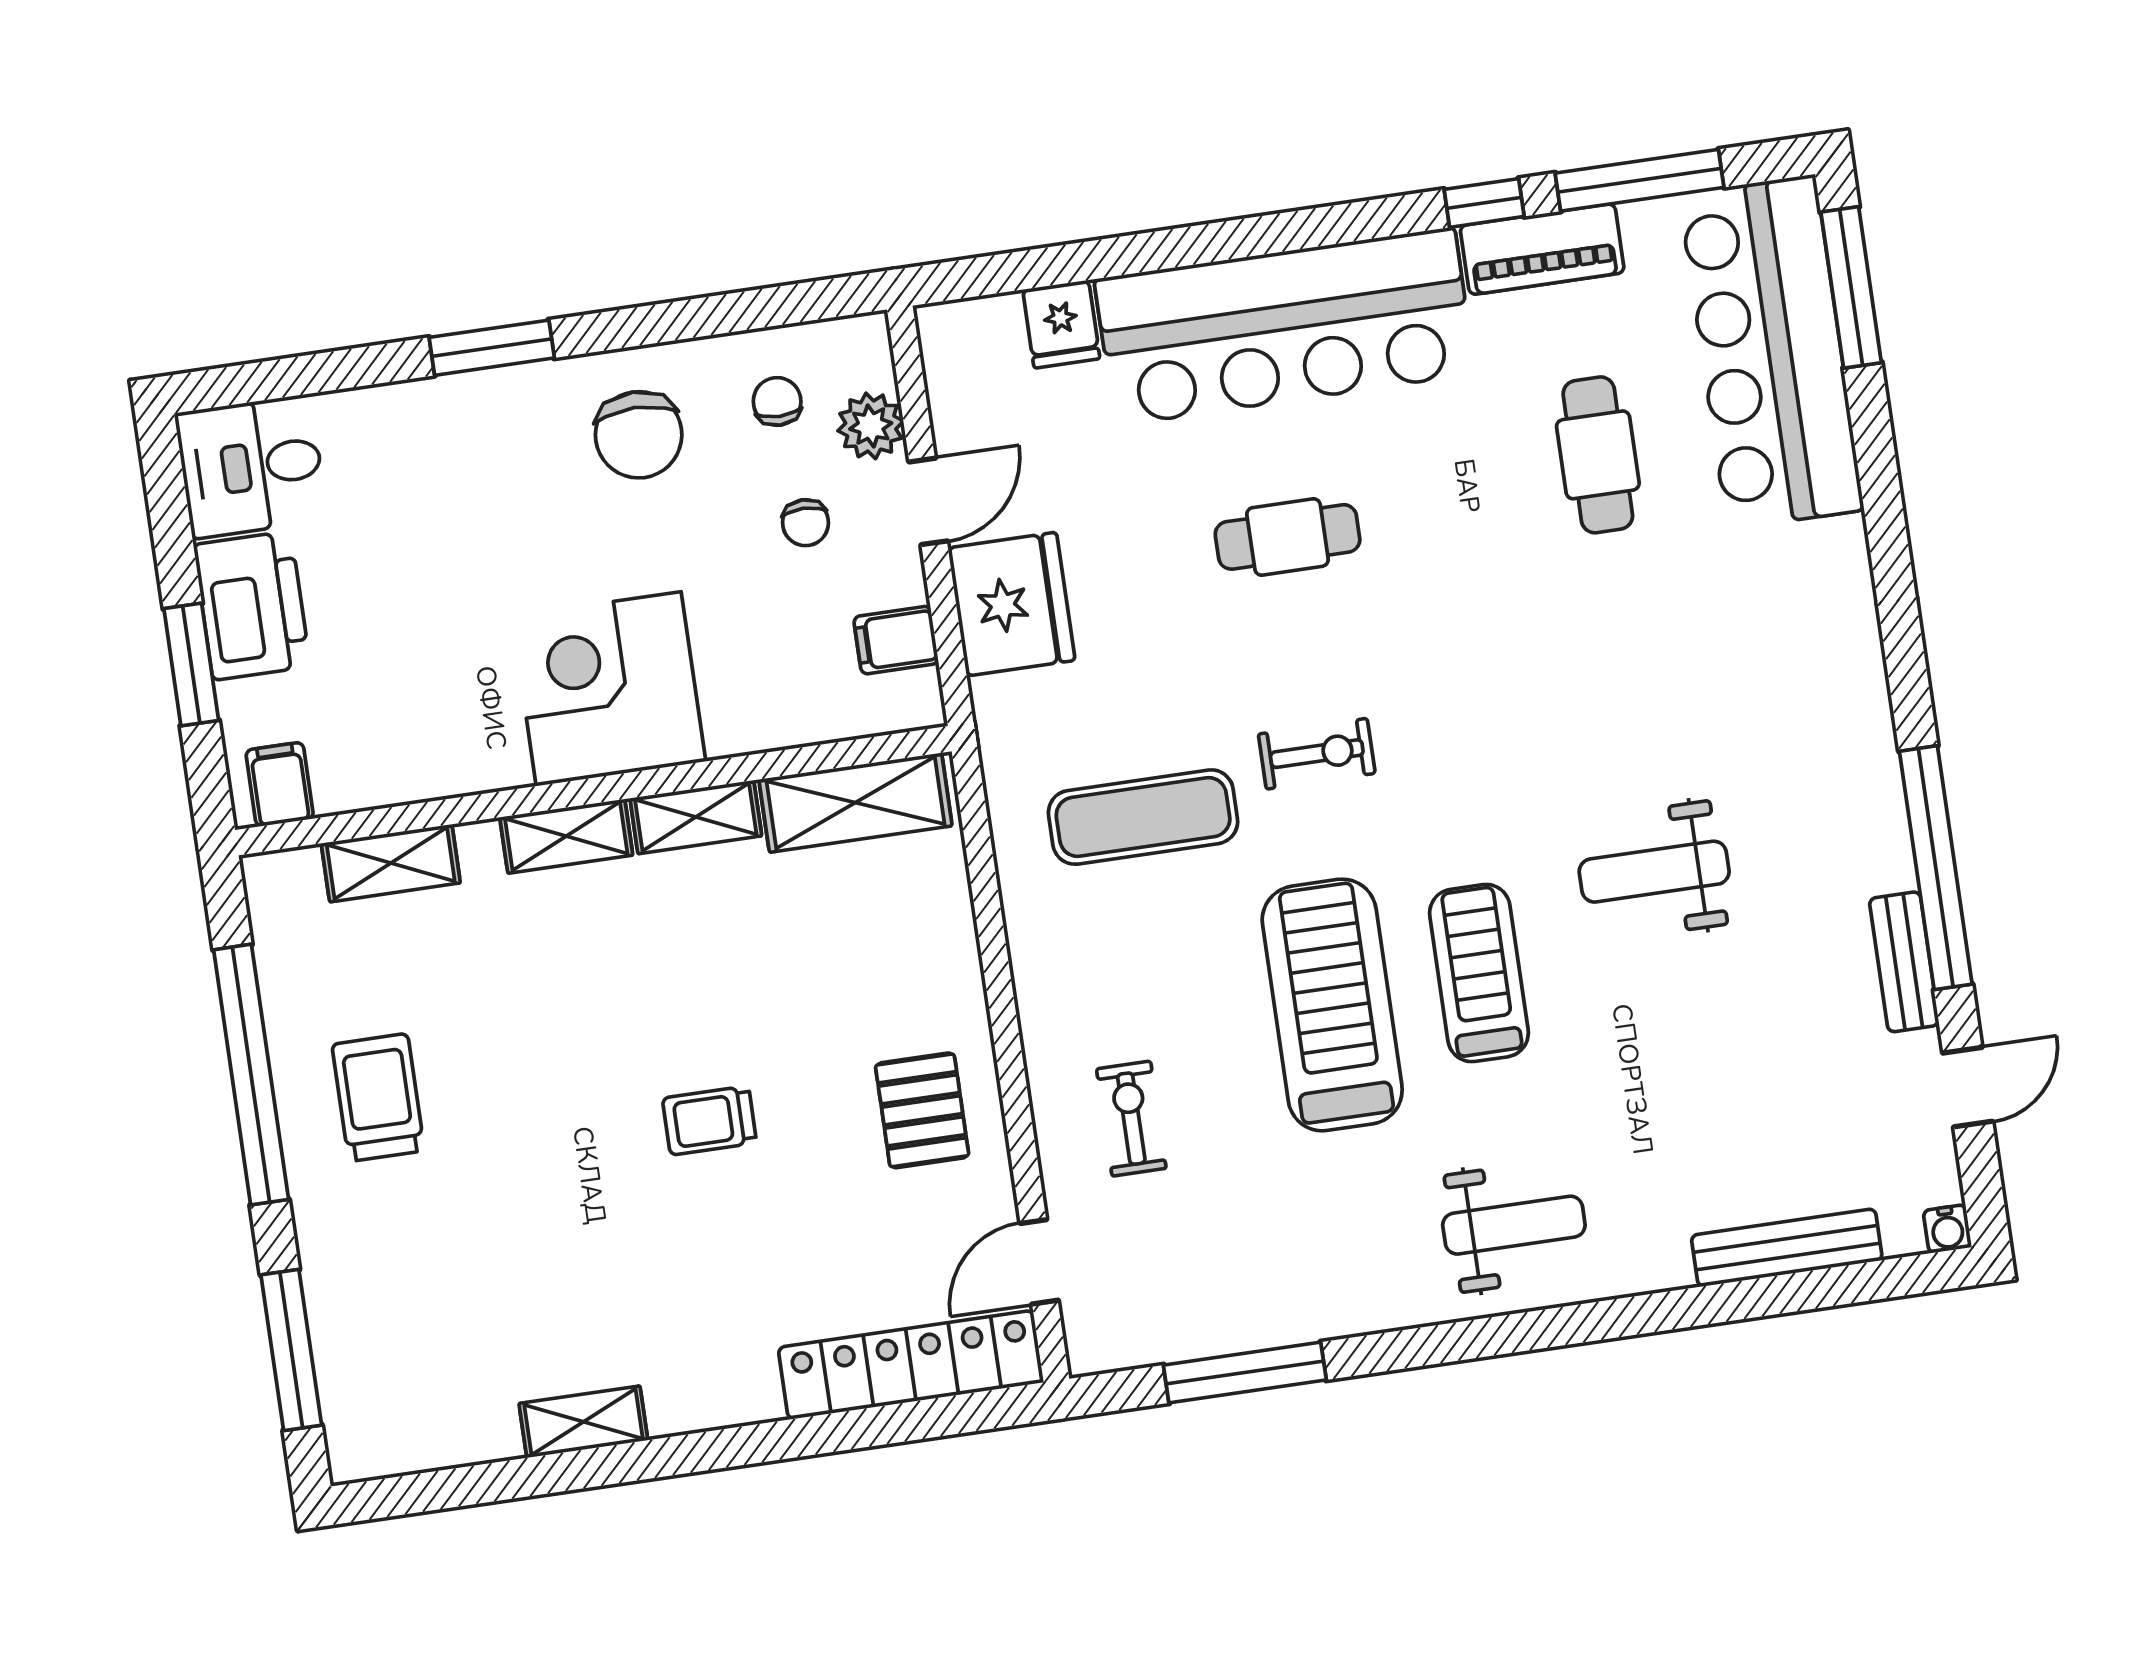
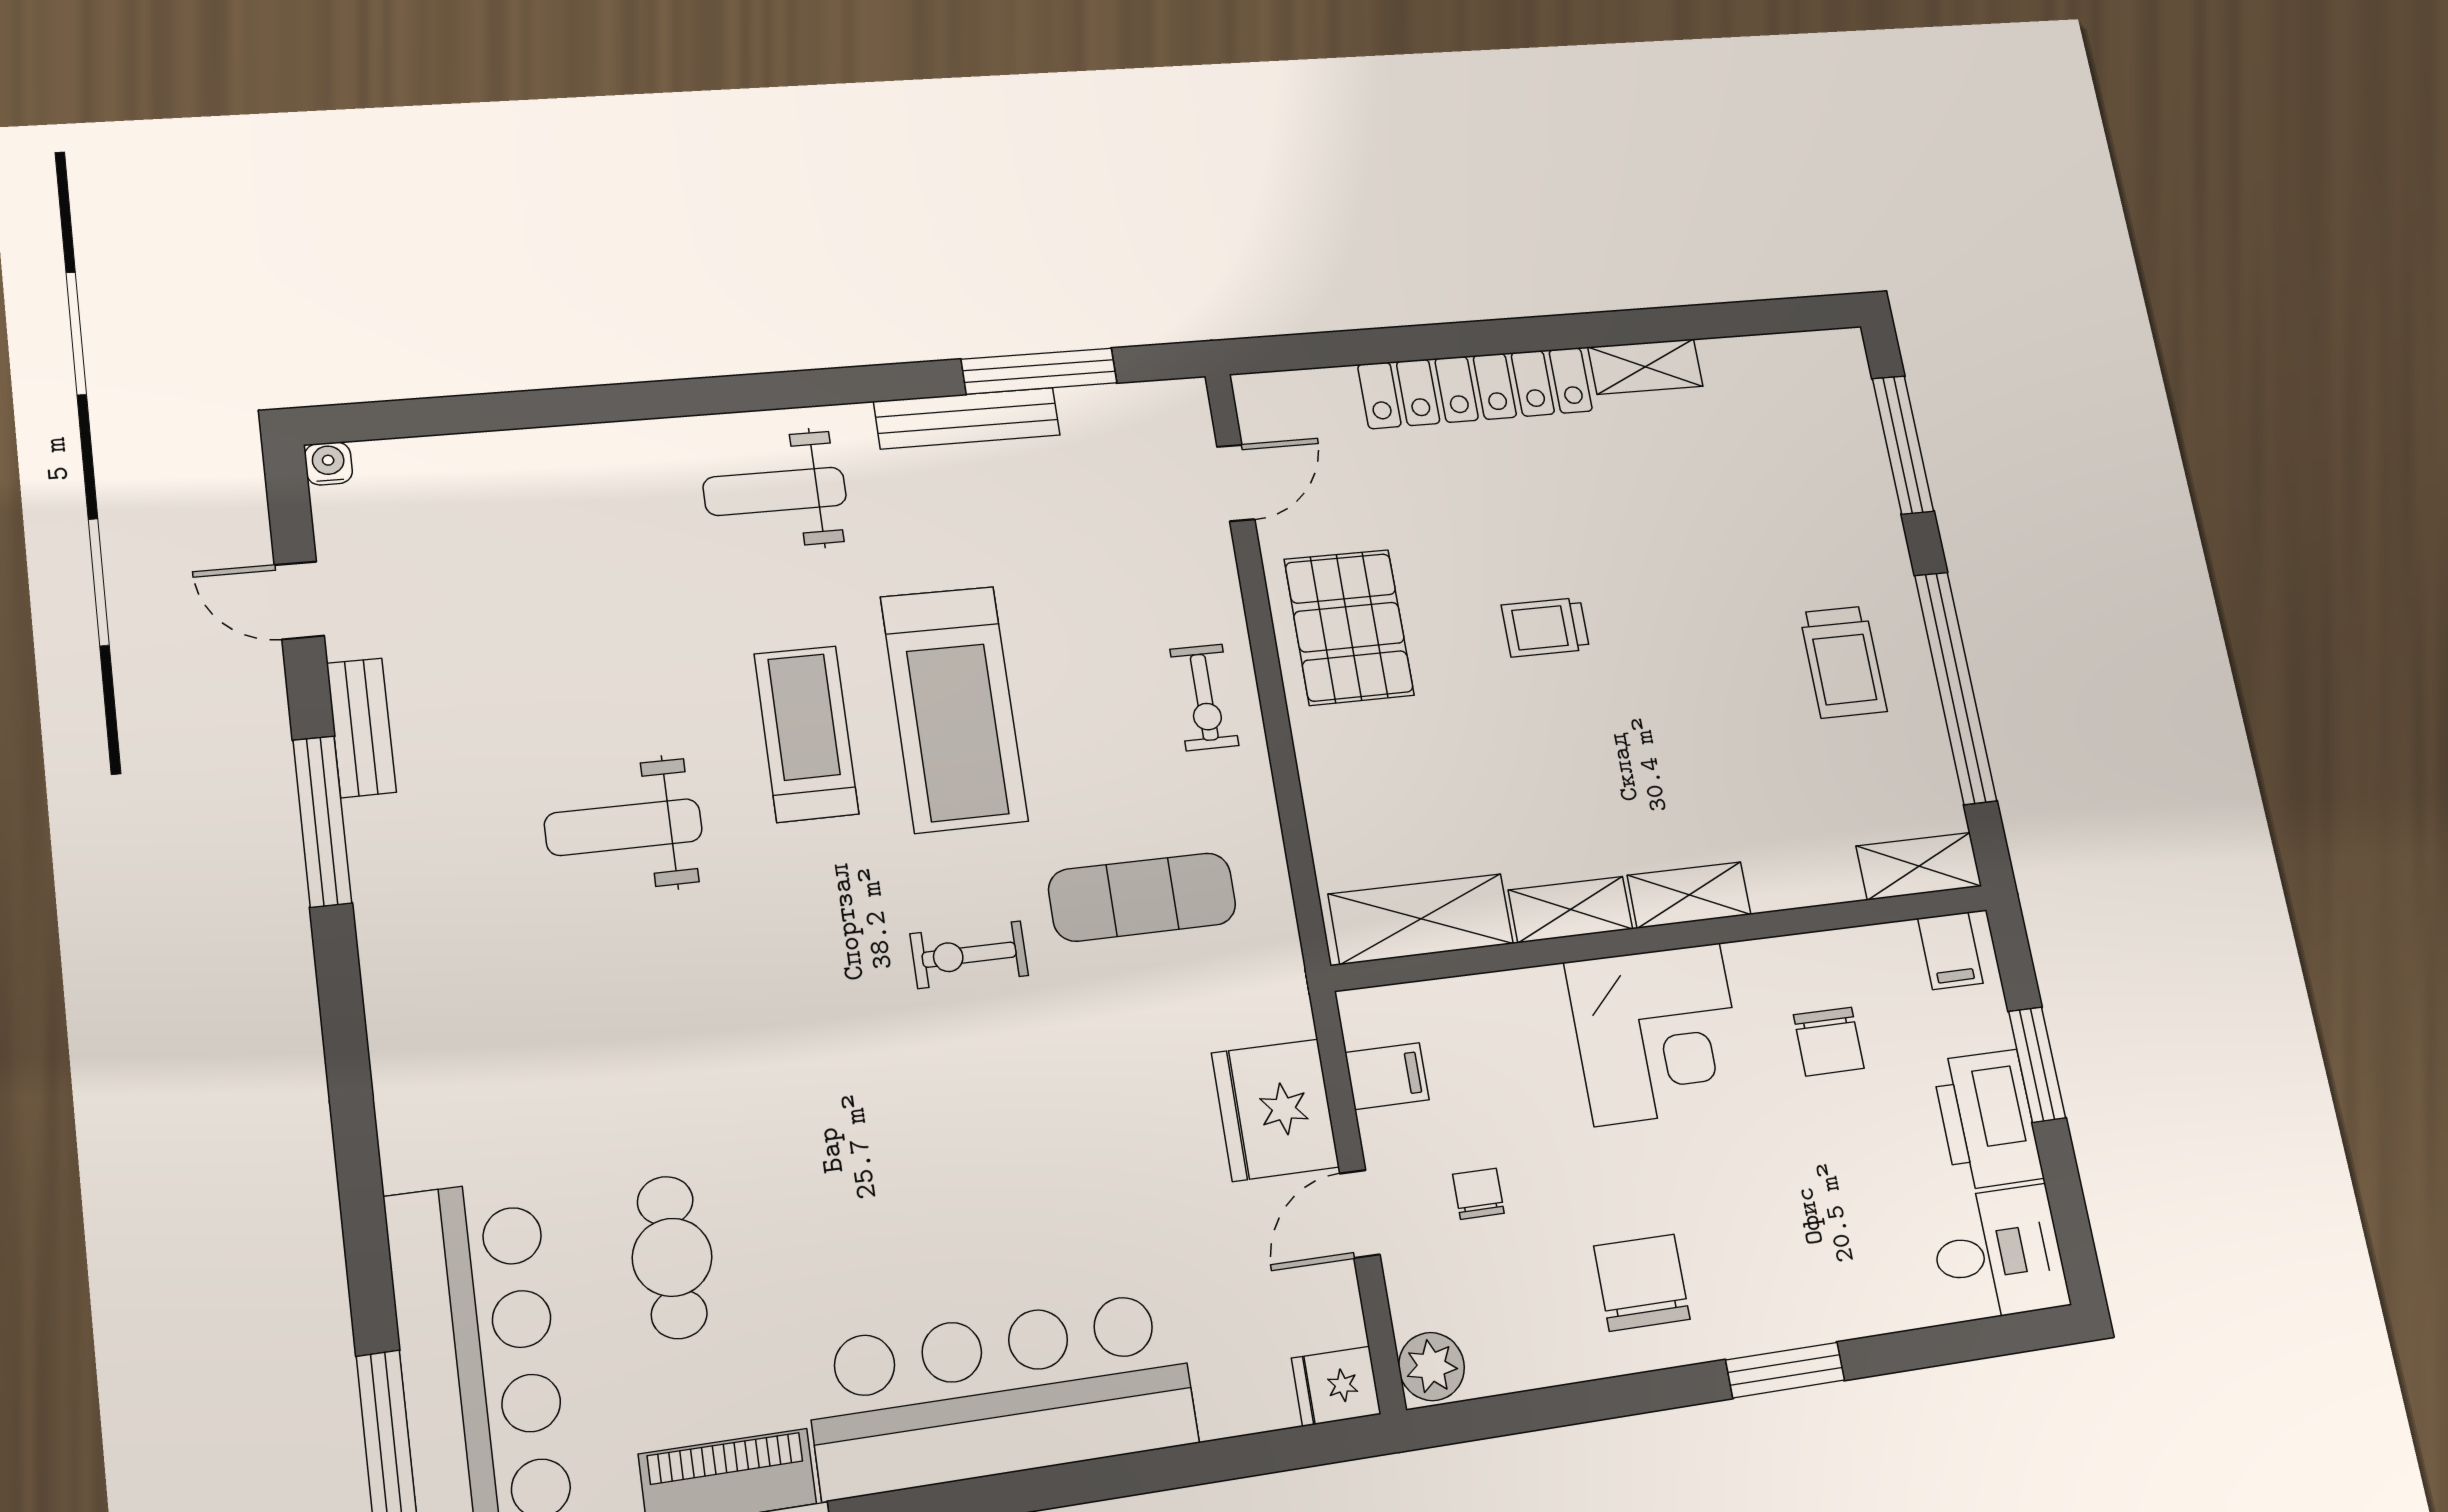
fridge: (1061, 324) -> (1336, 1386), moved, turned -90
chair: (777, 401) -> (1829, 1042), moved, width x1.37, depth x1.37
plant: (871, 426) -> (1432, 1367), moved
cafe table: (1288, 537) -> (999, 1174), removed
shelving: (391, 863) -> (1919, 866), moved
window: (1936, 868) -> (322, 821), width x0.68
weight bench: (1654, 872) -> (623, 827), turned 180
treadmill: (1479, 973) -> (806, 734), turned 180
door: (1968, 1087) -> (299, 600), hinge flipped
pallet: (922, 1110) -> (1349, 627), width x1.50, depth x1.42
exercise bike: (1131, 1119) -> (1204, 697), moved
trolley: (709, 1121) -> (1545, 627), turned 180
bench: (1787, 1248) -> (967, 418), moved
locker: (911, 1365) -> (1476, 388), moved

